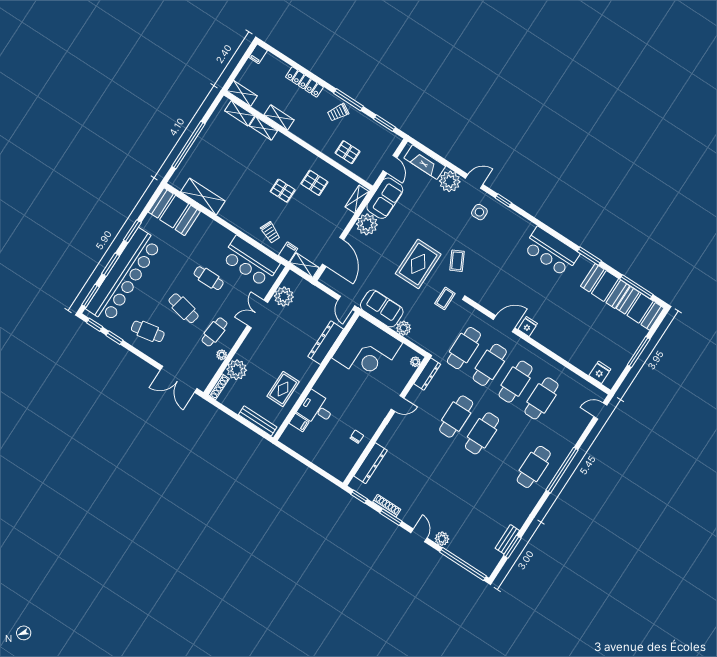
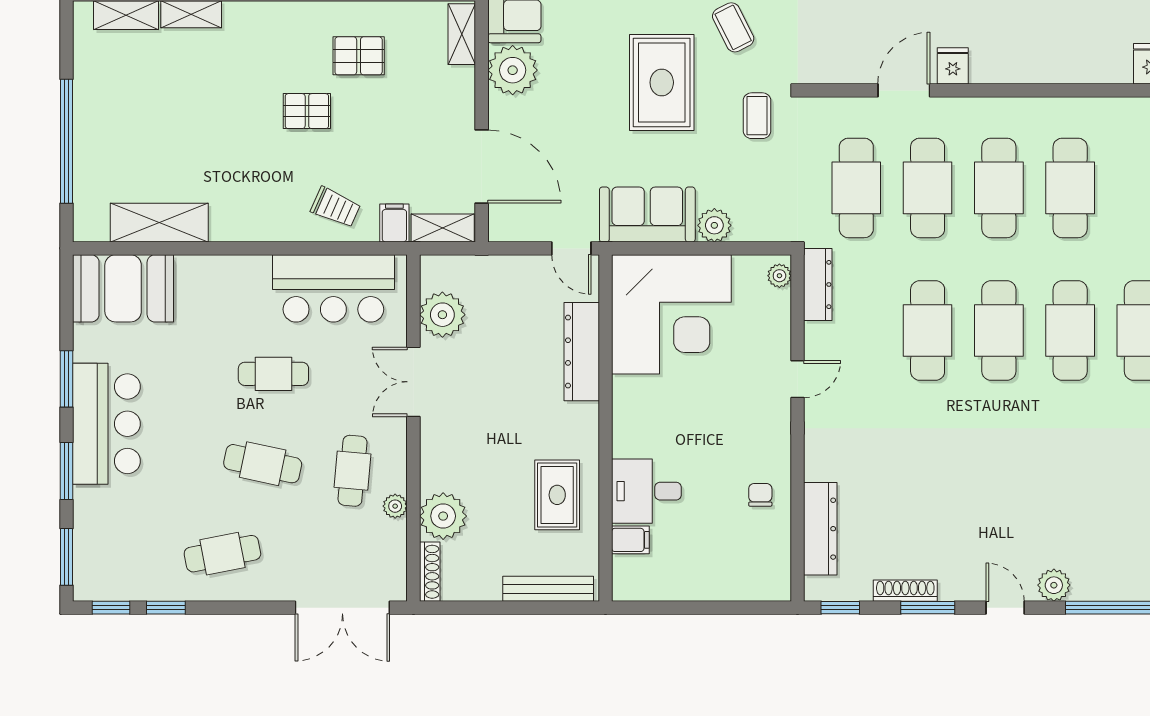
bar counter: (124, 276) -> (106, 424), width x0.54
cafe table: (508, 450) -> (1070, 330), added

